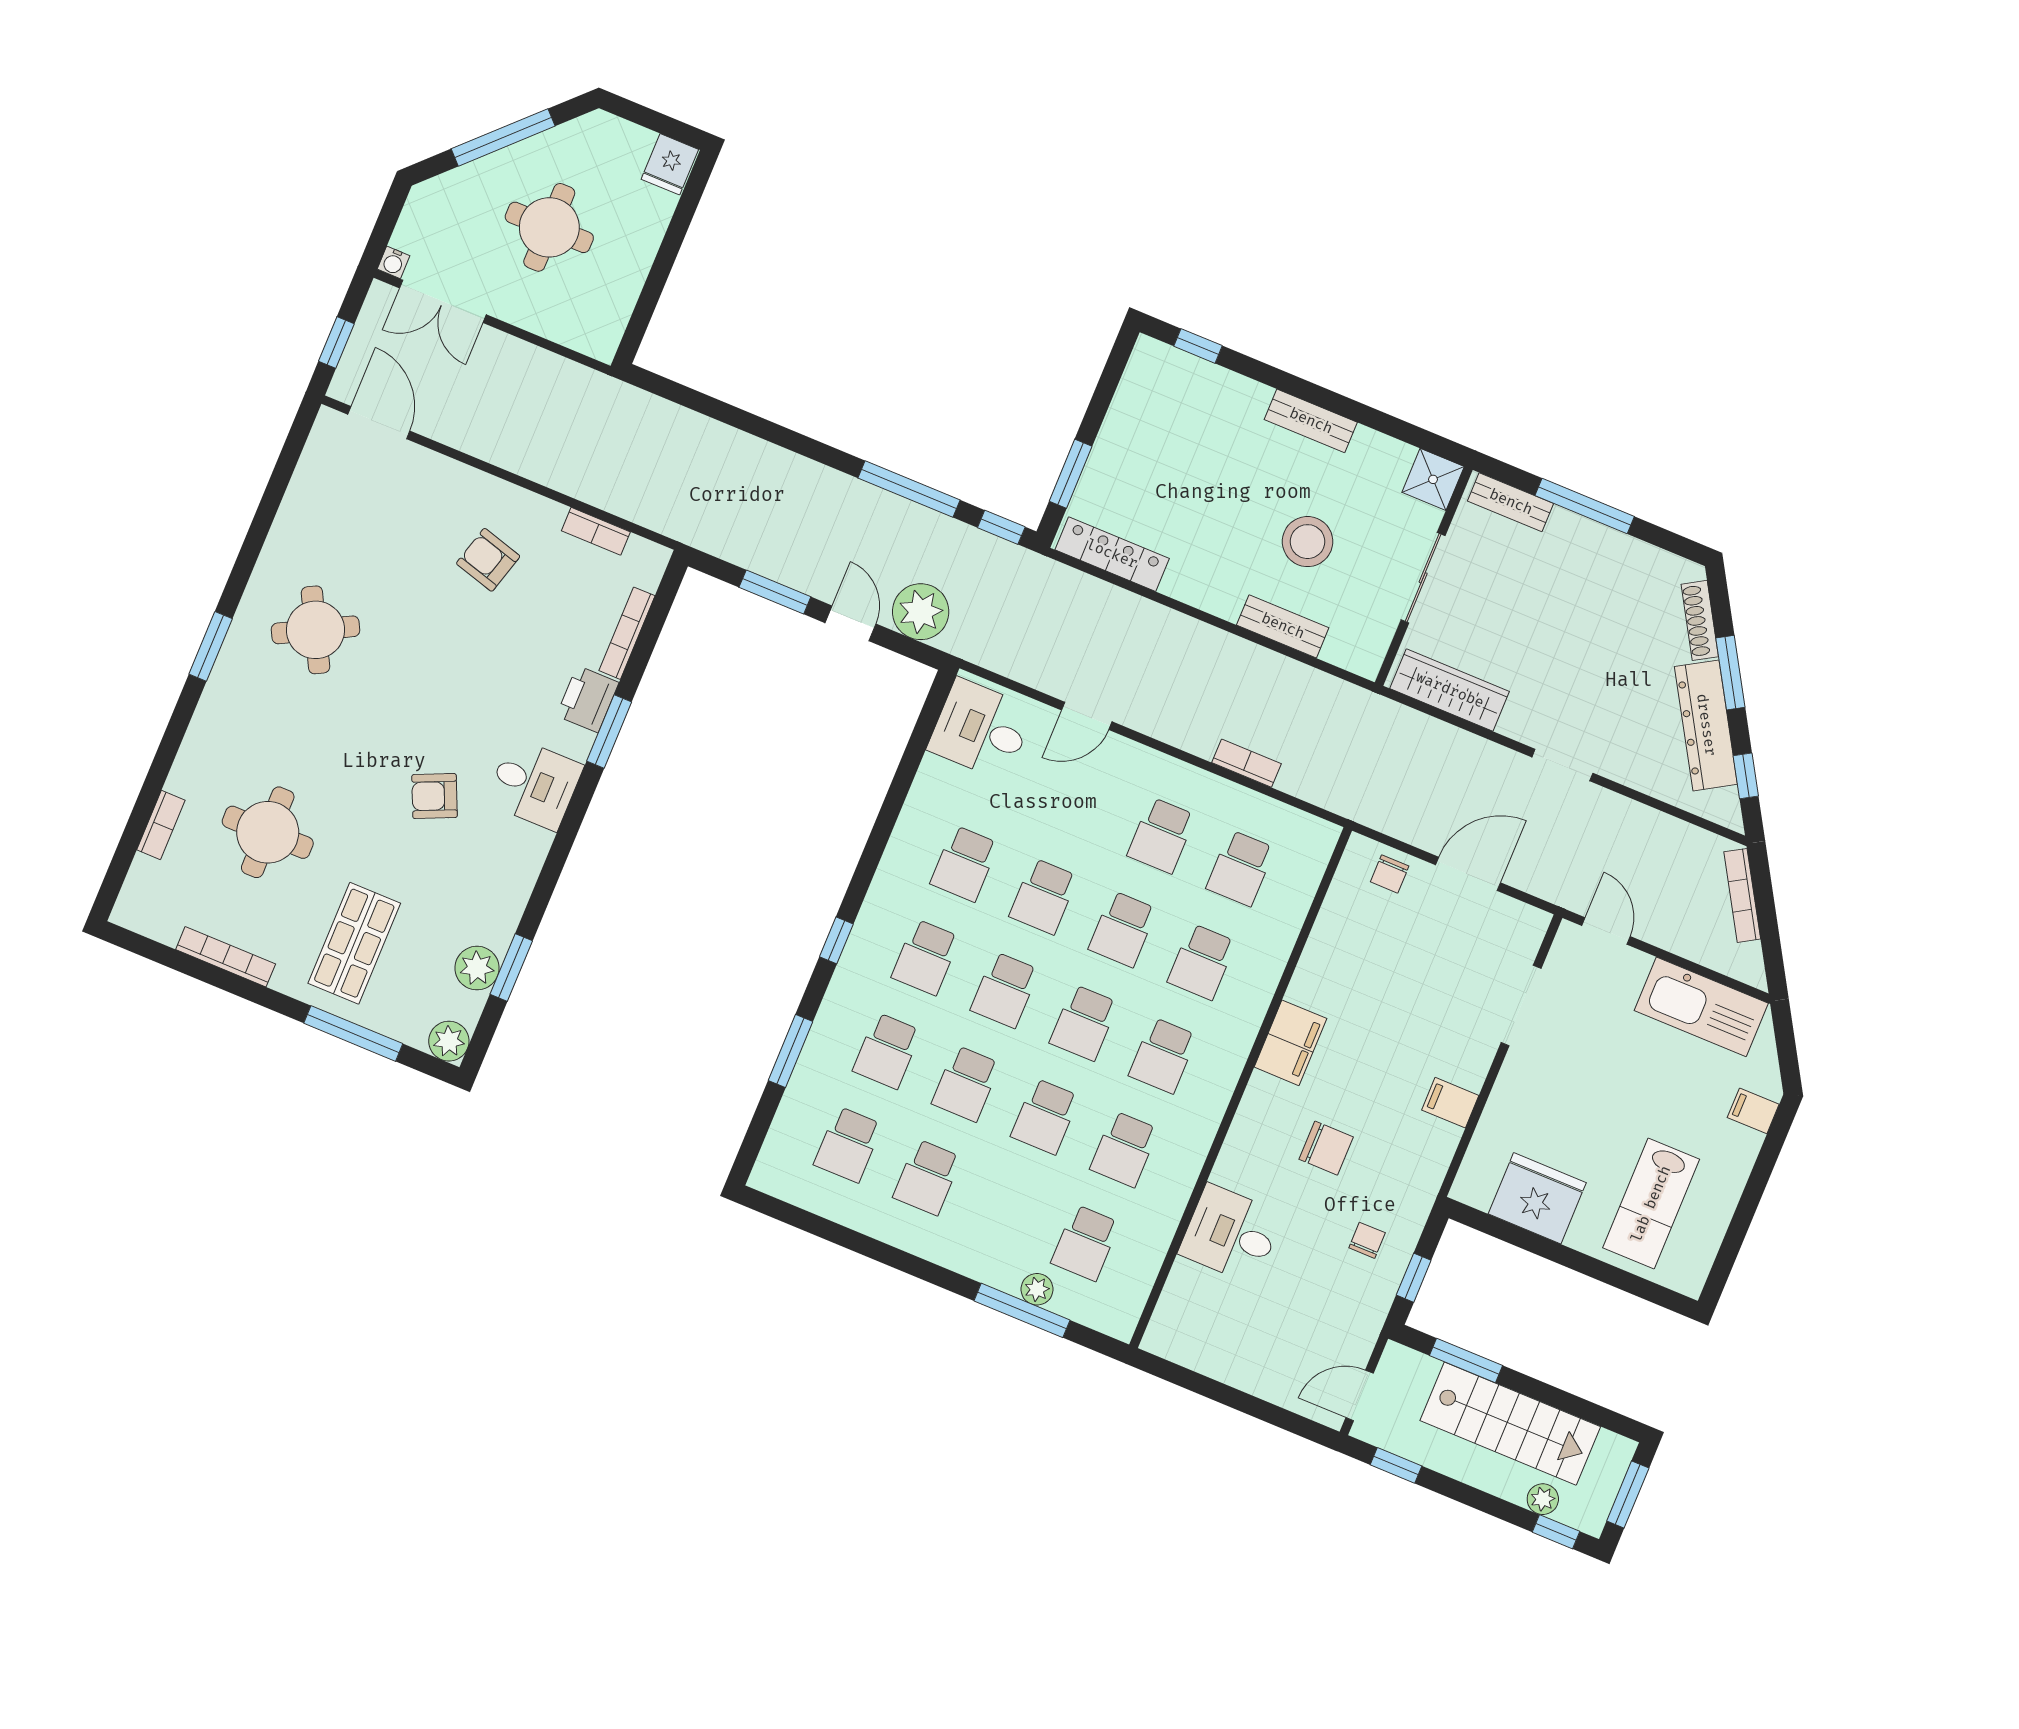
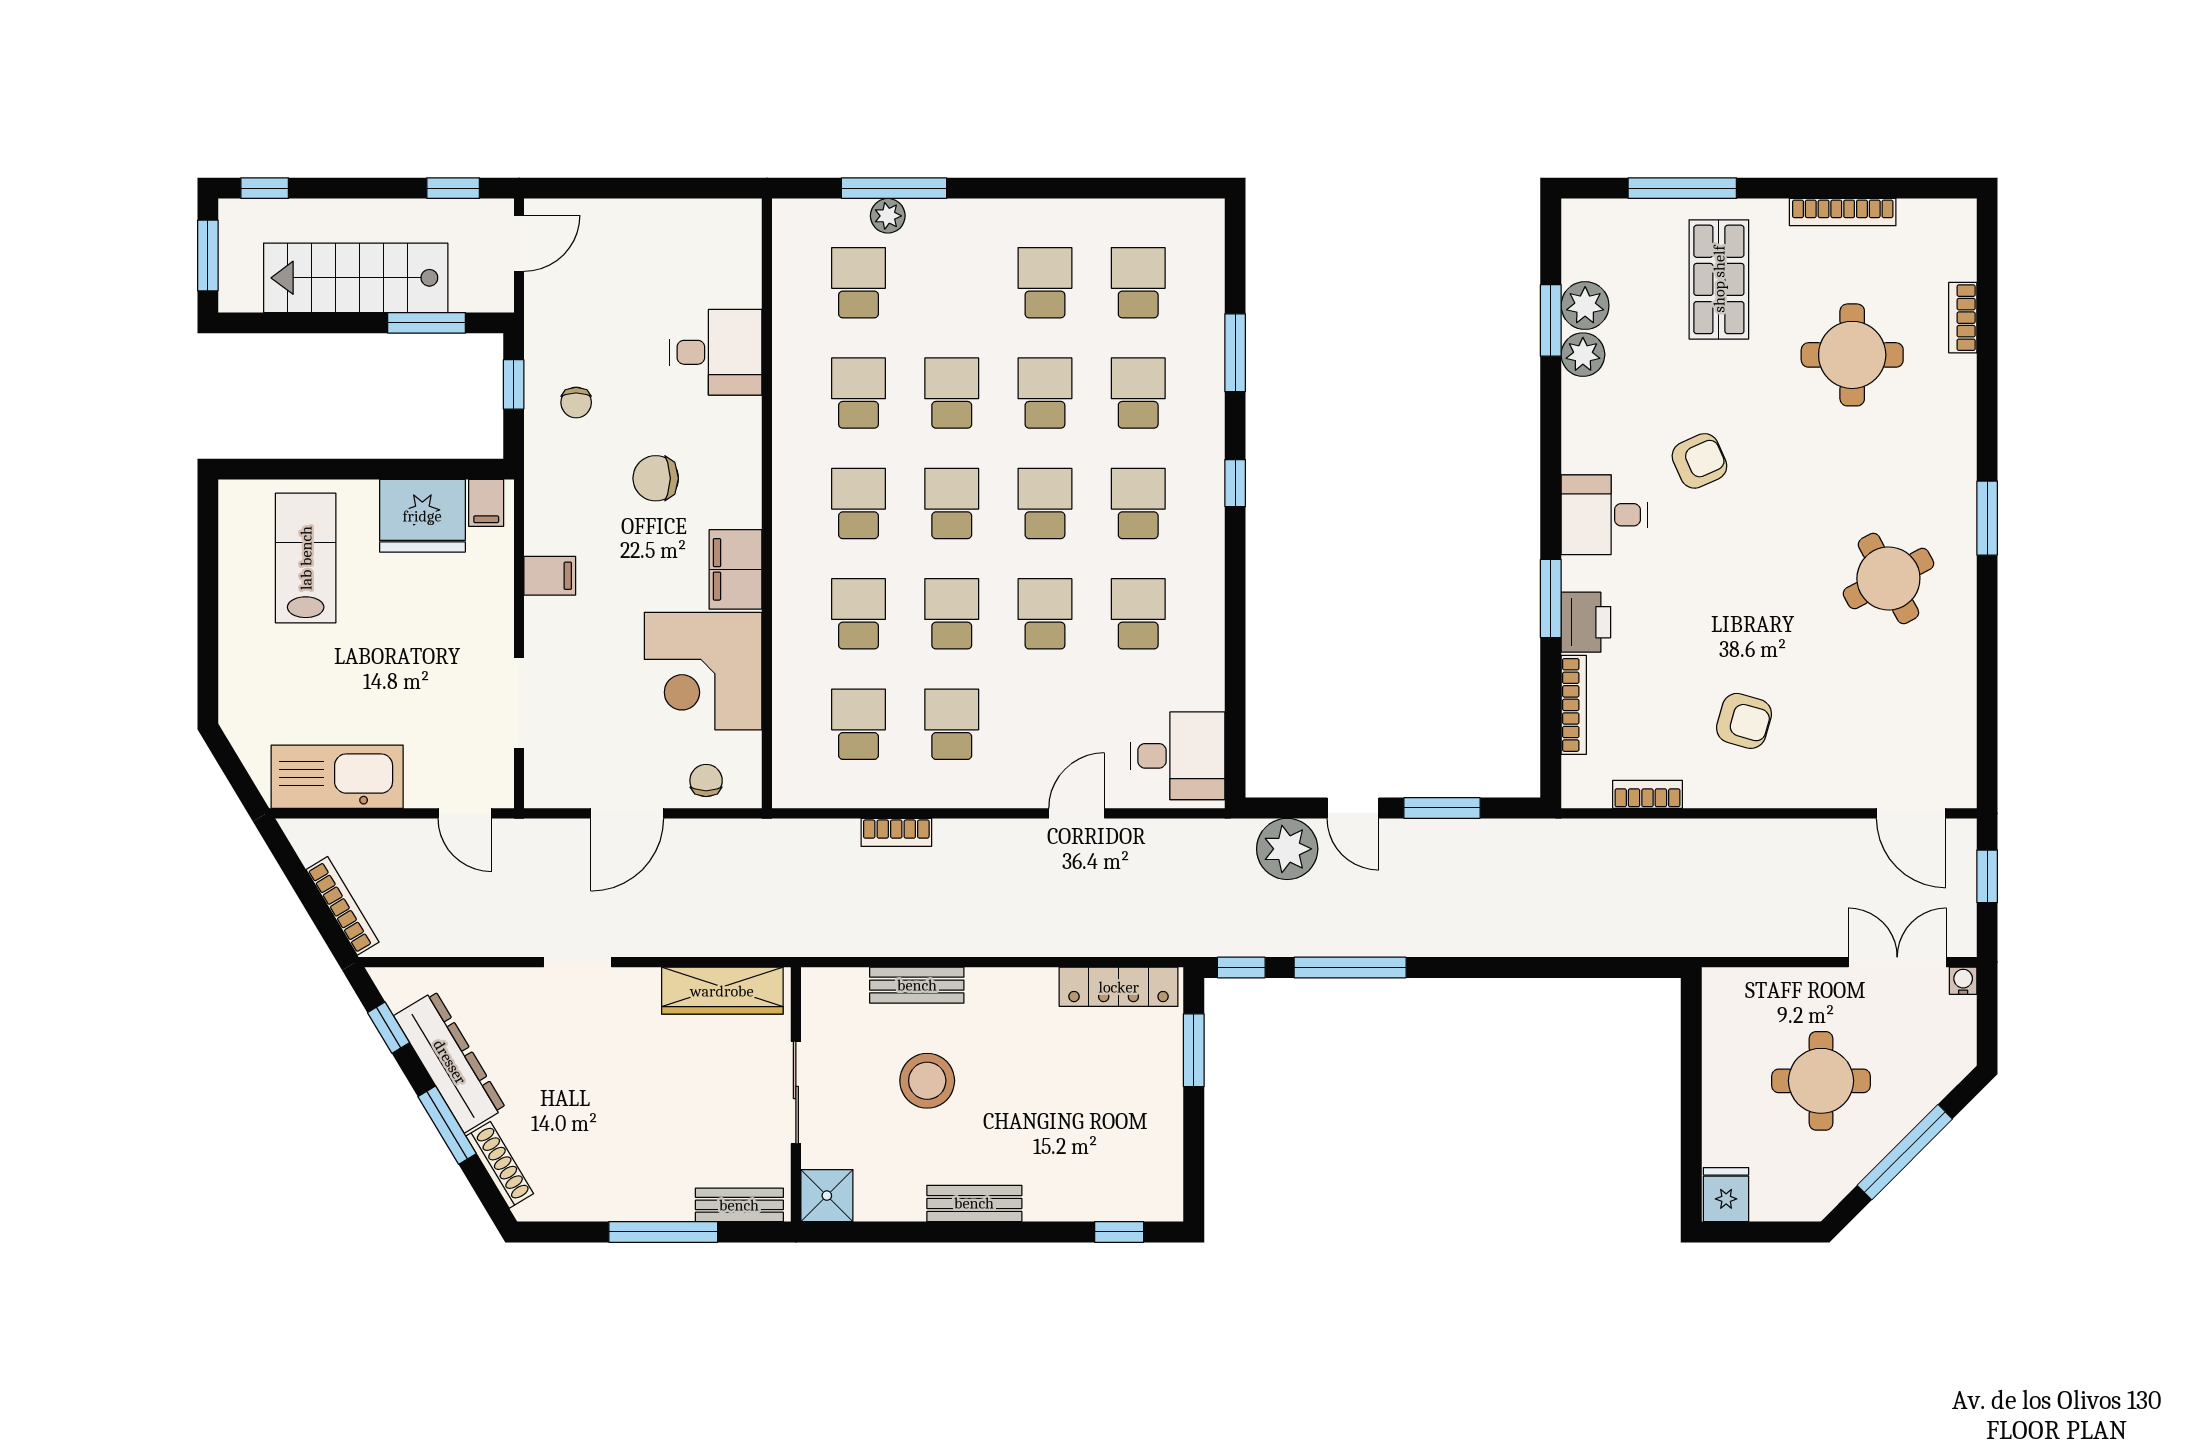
corner desk: (1354, 968) -> (703, 671), added
plant: (449, 1041) -> (1583, 355), moved
filing cabinet: (1753, 1111) -> (486, 503), moved, turned 90
plant: (1543, 1499) -> (291, 215), removed

